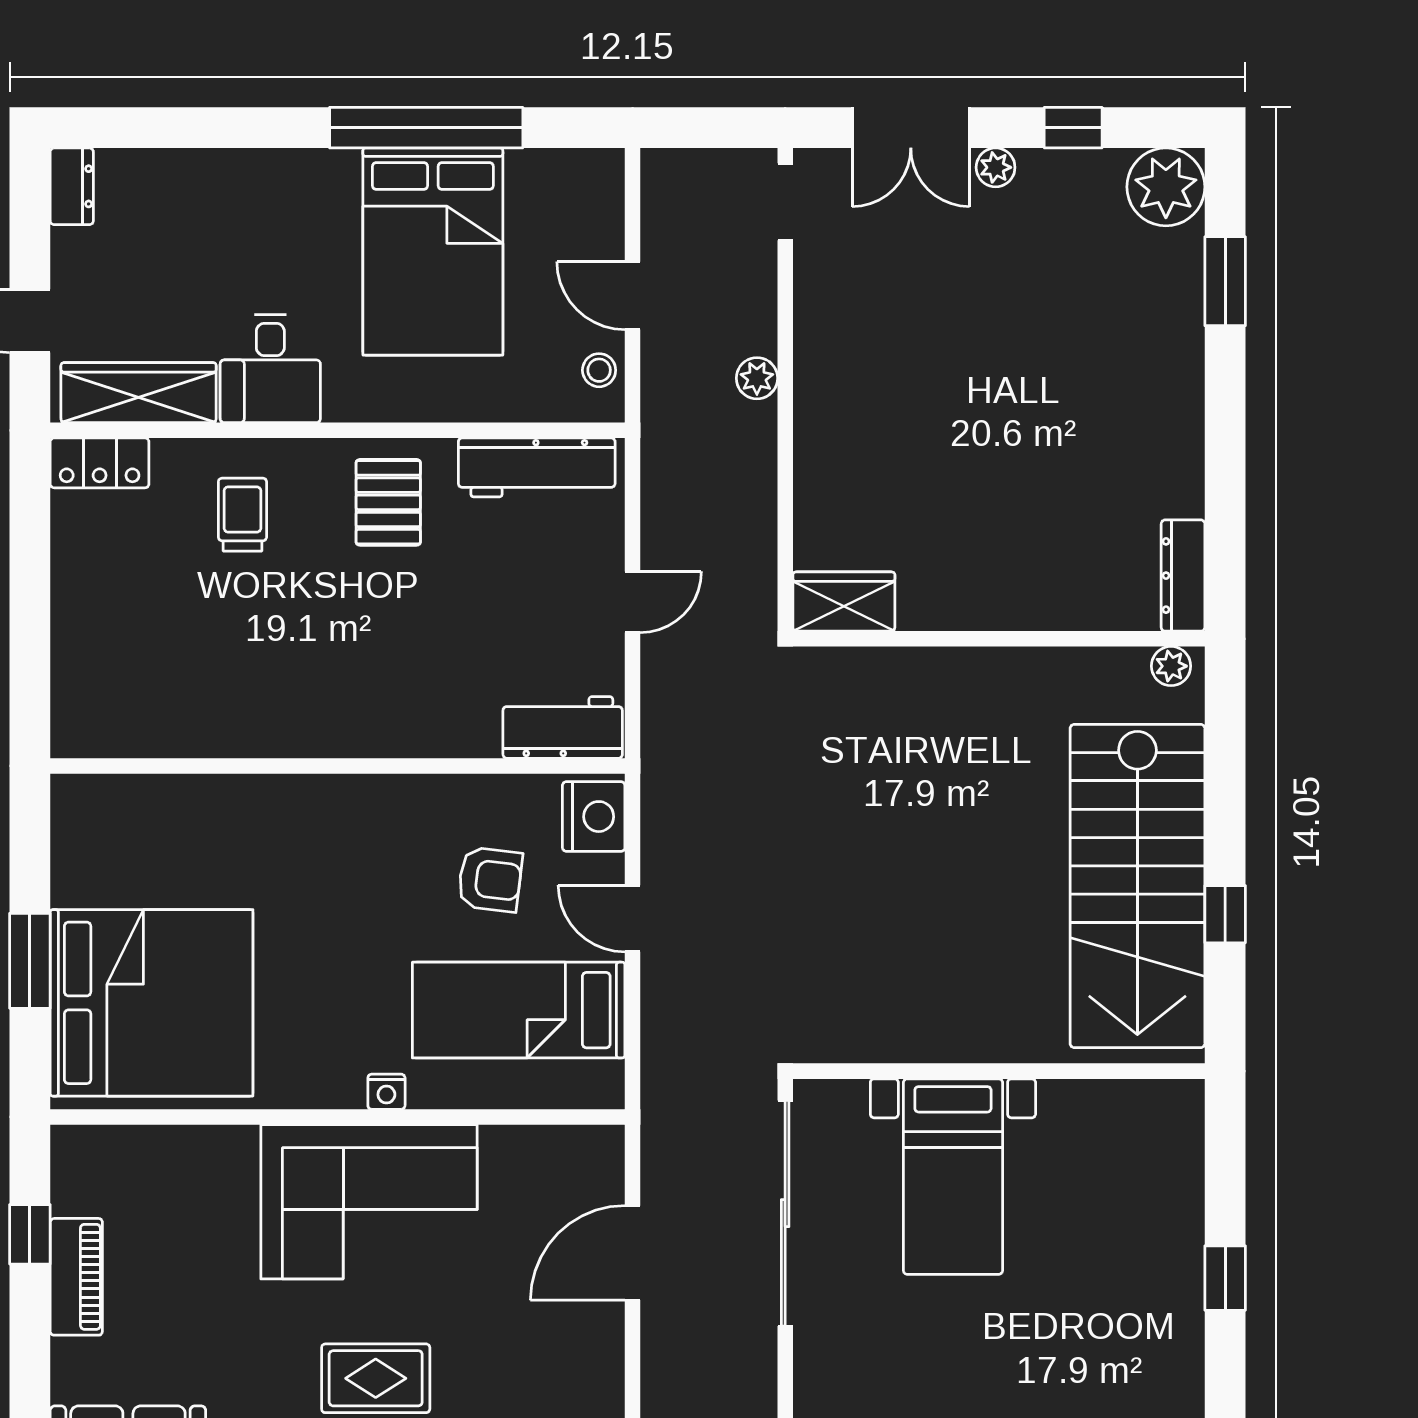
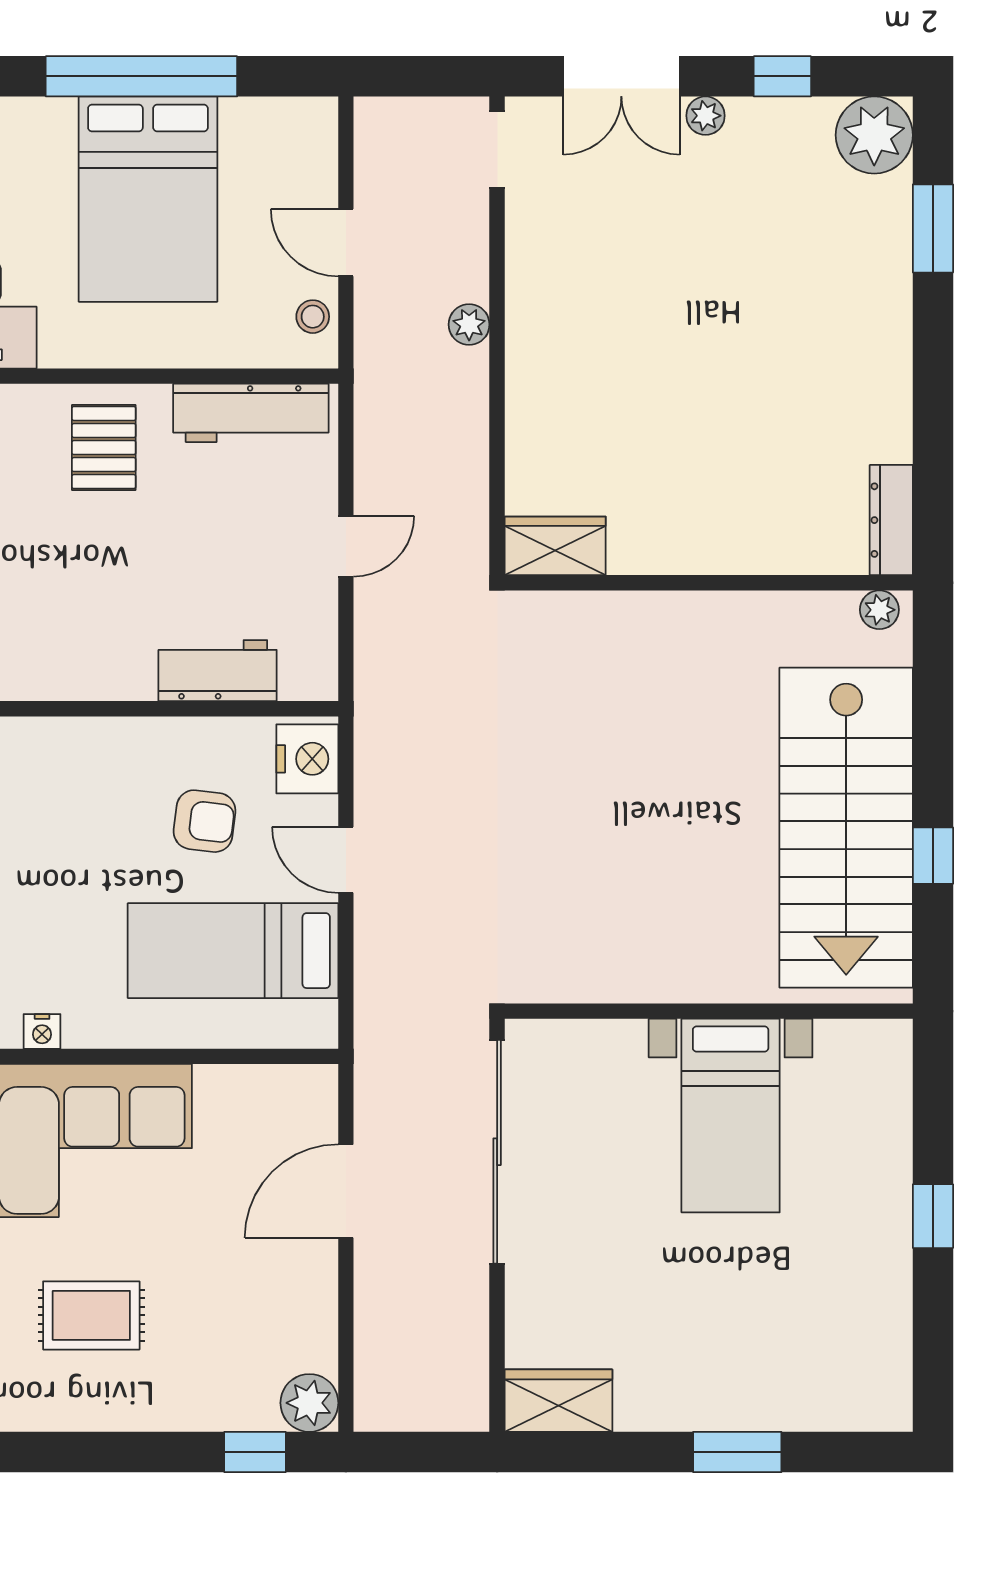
workbench: (563, 727) -> (218, 671), moved
nightstand: (386, 1092) -> (42, 1031), moved
bed with nightstands: (953, 1177) -> (731, 1116), moved

